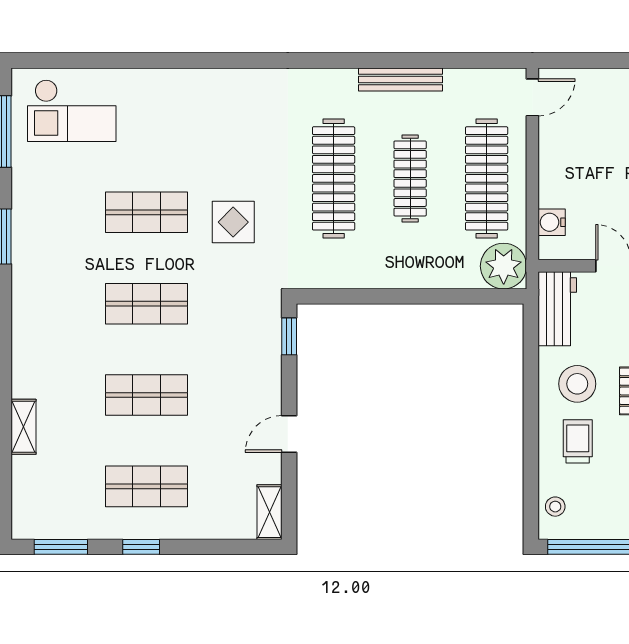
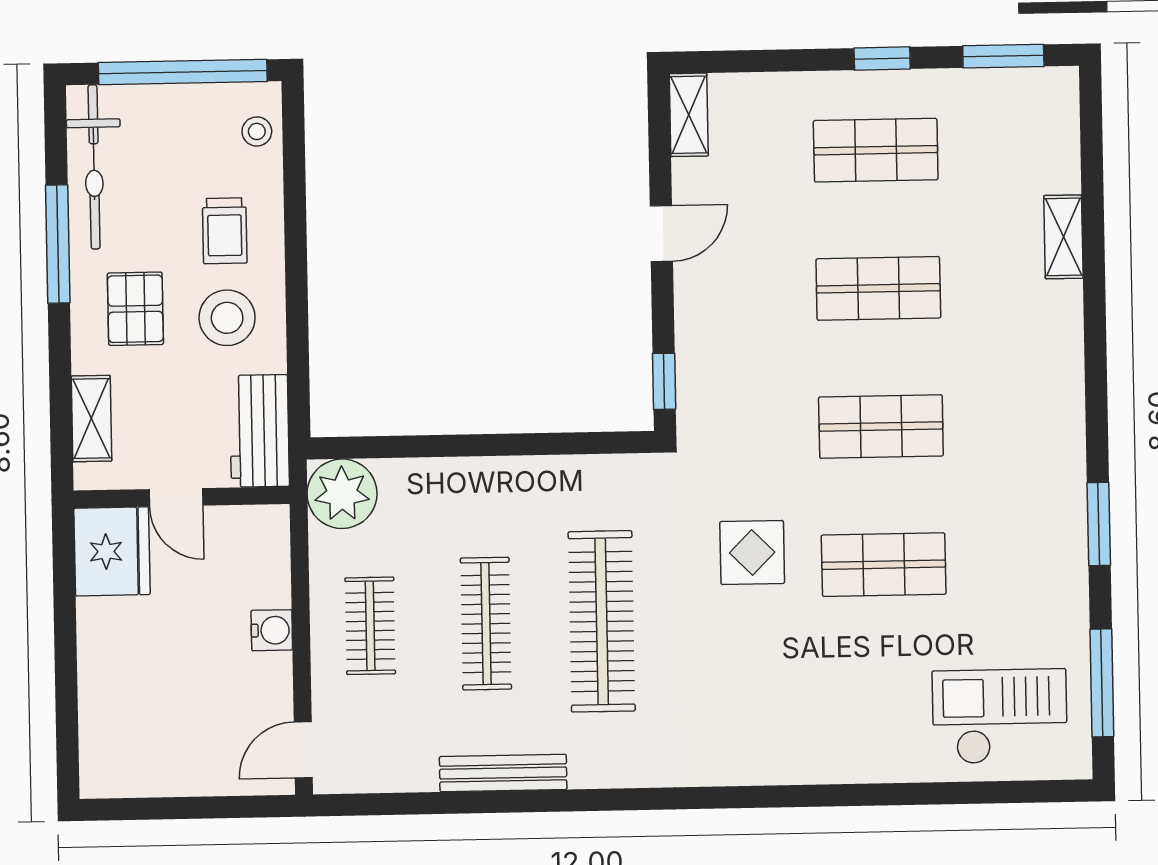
clothes rail: (487, 178) -> (370, 626), width x0.54, depth x0.76
water cooler: (552, 222) -> (272, 630), moved

